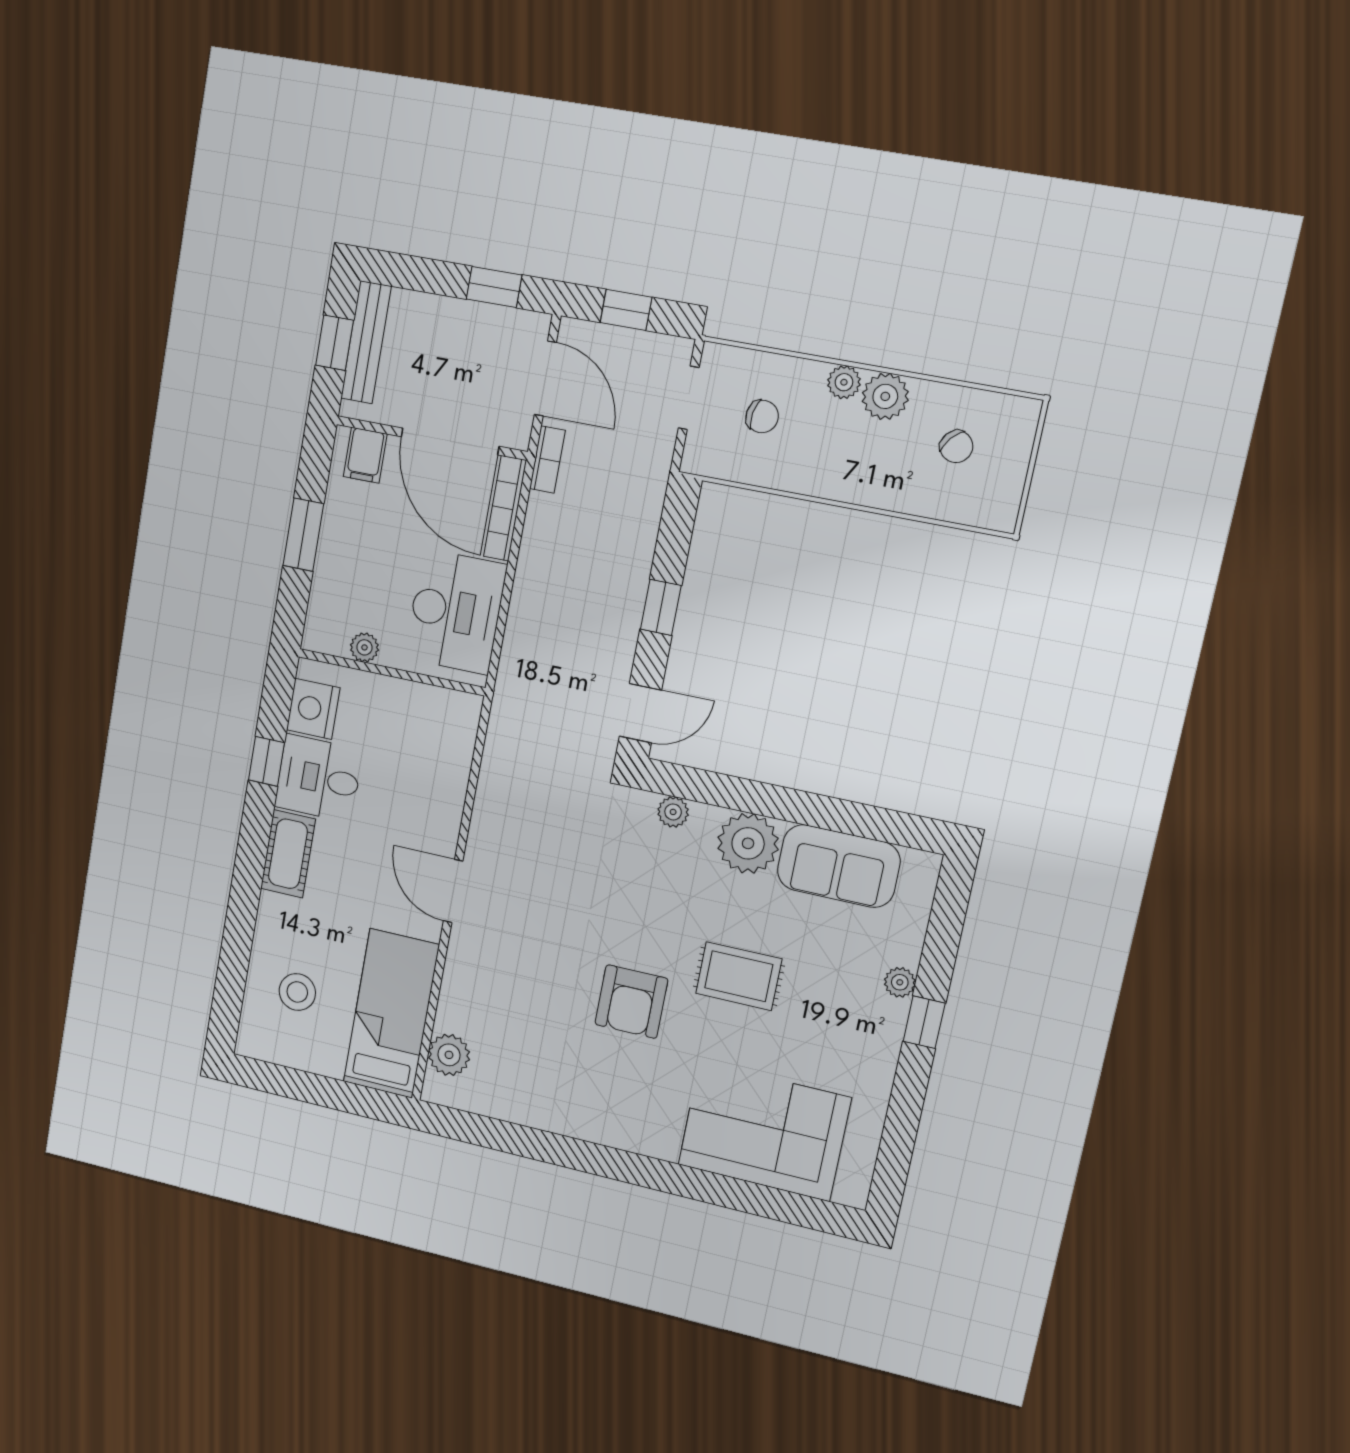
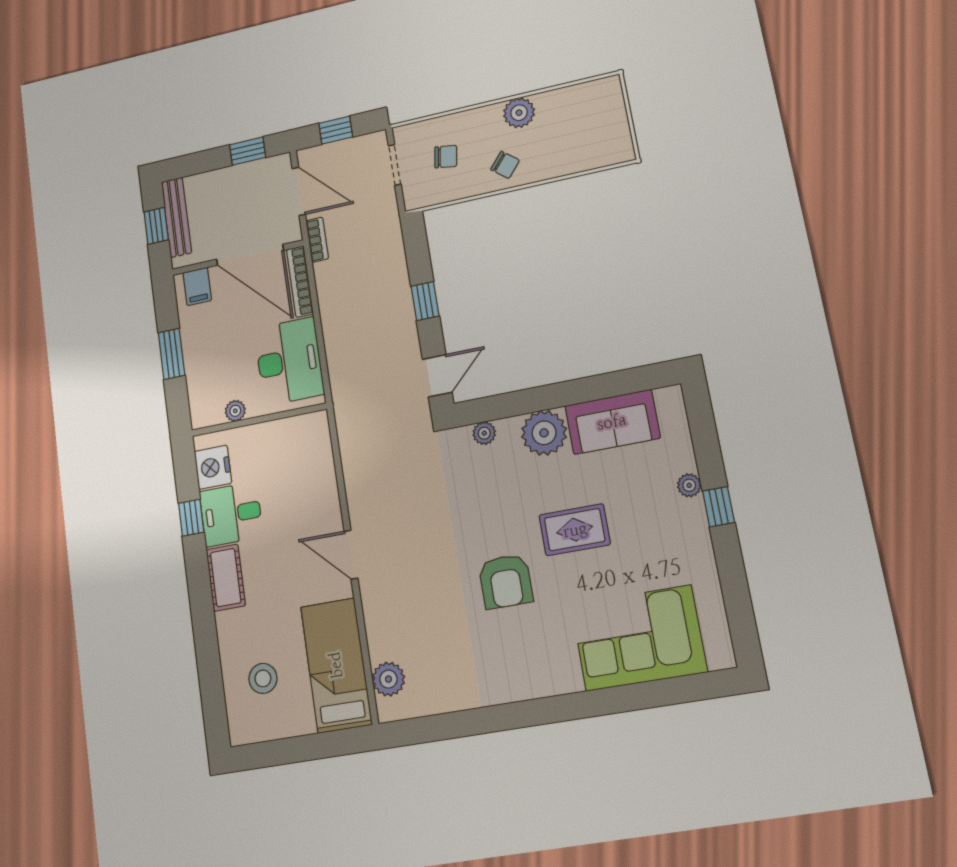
plant: (844, 382) -> (490, 115), removed
chair: (956, 447) -> (505, 165), moved

